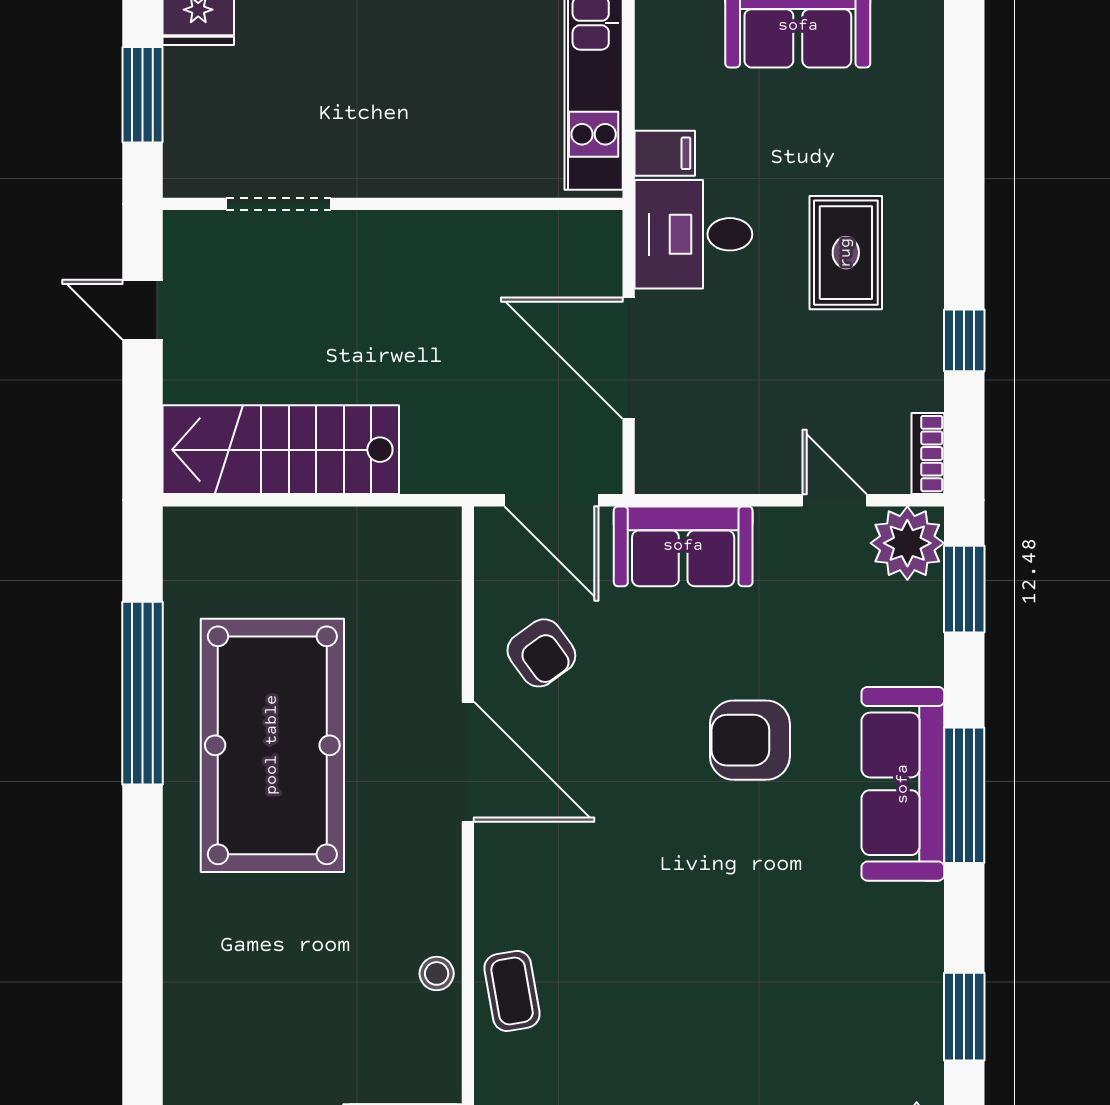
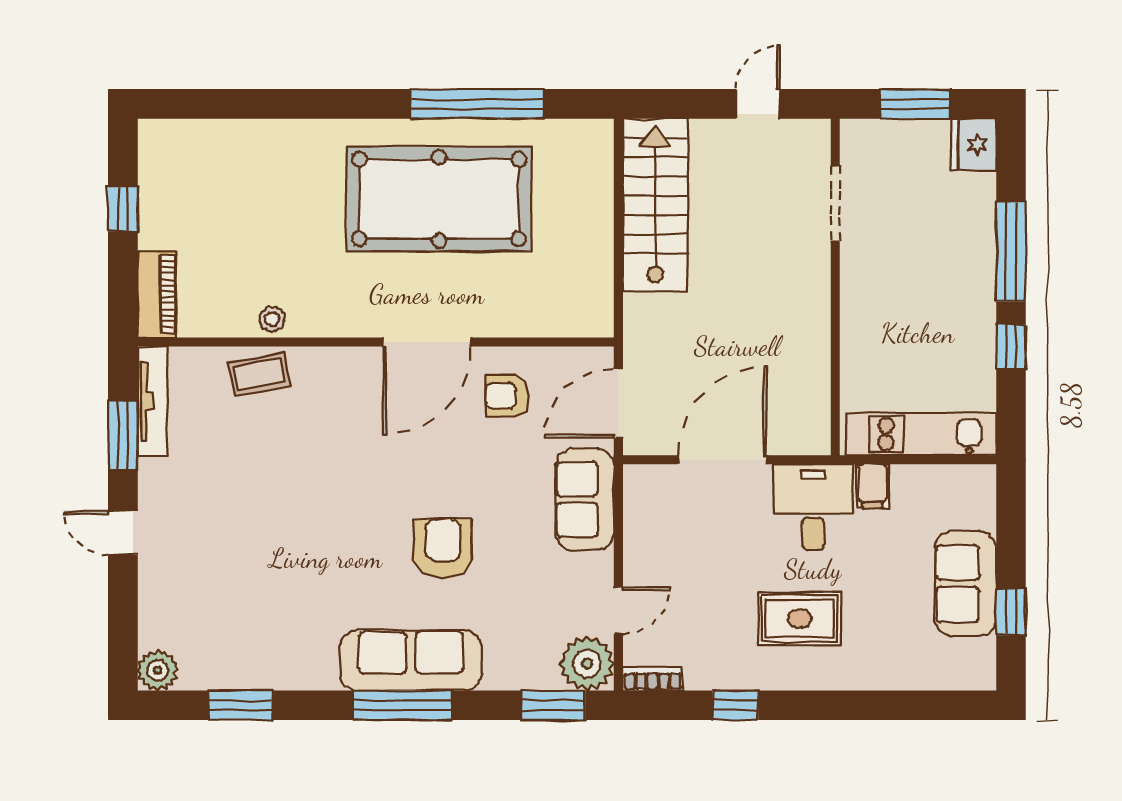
armchair: (541, 653) -> (507, 396), turned 36

